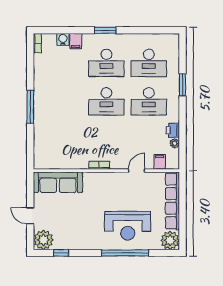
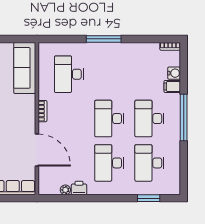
window: (105, 30) -> (184, 117), width x2.11
window: (183, 85) -> (149, 198), moved
desk: (64, 140) -> (69, 74), added
filing cabinet: (160, 162) -> (46, 174), removed
door: (136, 171) -> (37, 150), width x1.88

